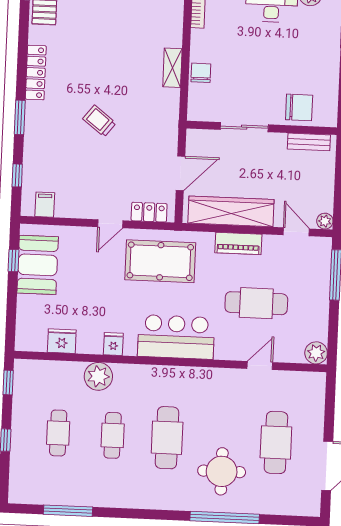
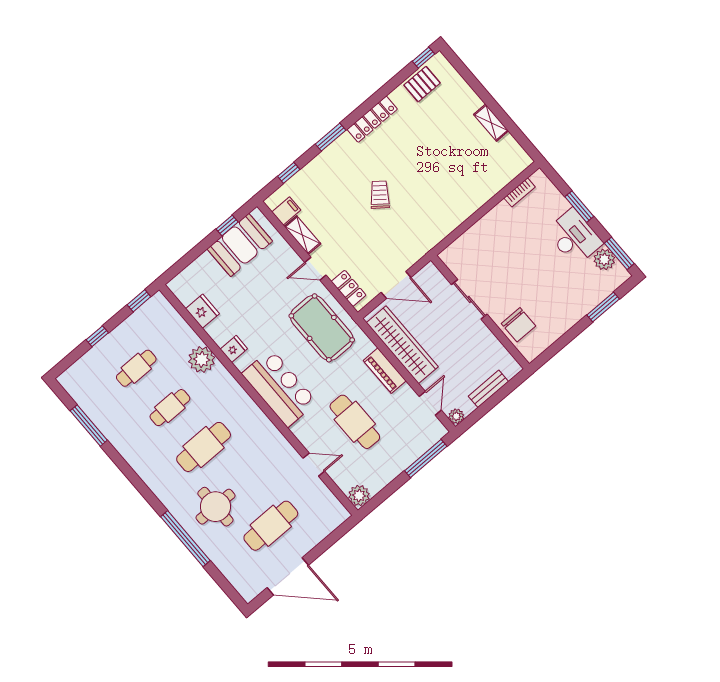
shelving: (172, 68) -> (302, 235), moved, turned 90
chair: (201, 73) -> (479, 234), removed
bench: (309, 142) -> (488, 389), moved, turned 90

